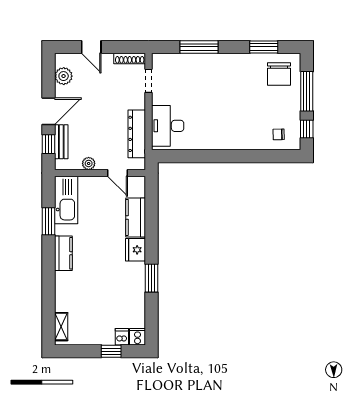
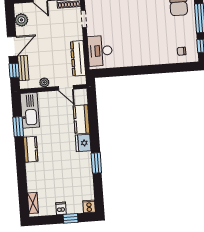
dishwasher: (122, 337) -> (61, 208), moved

